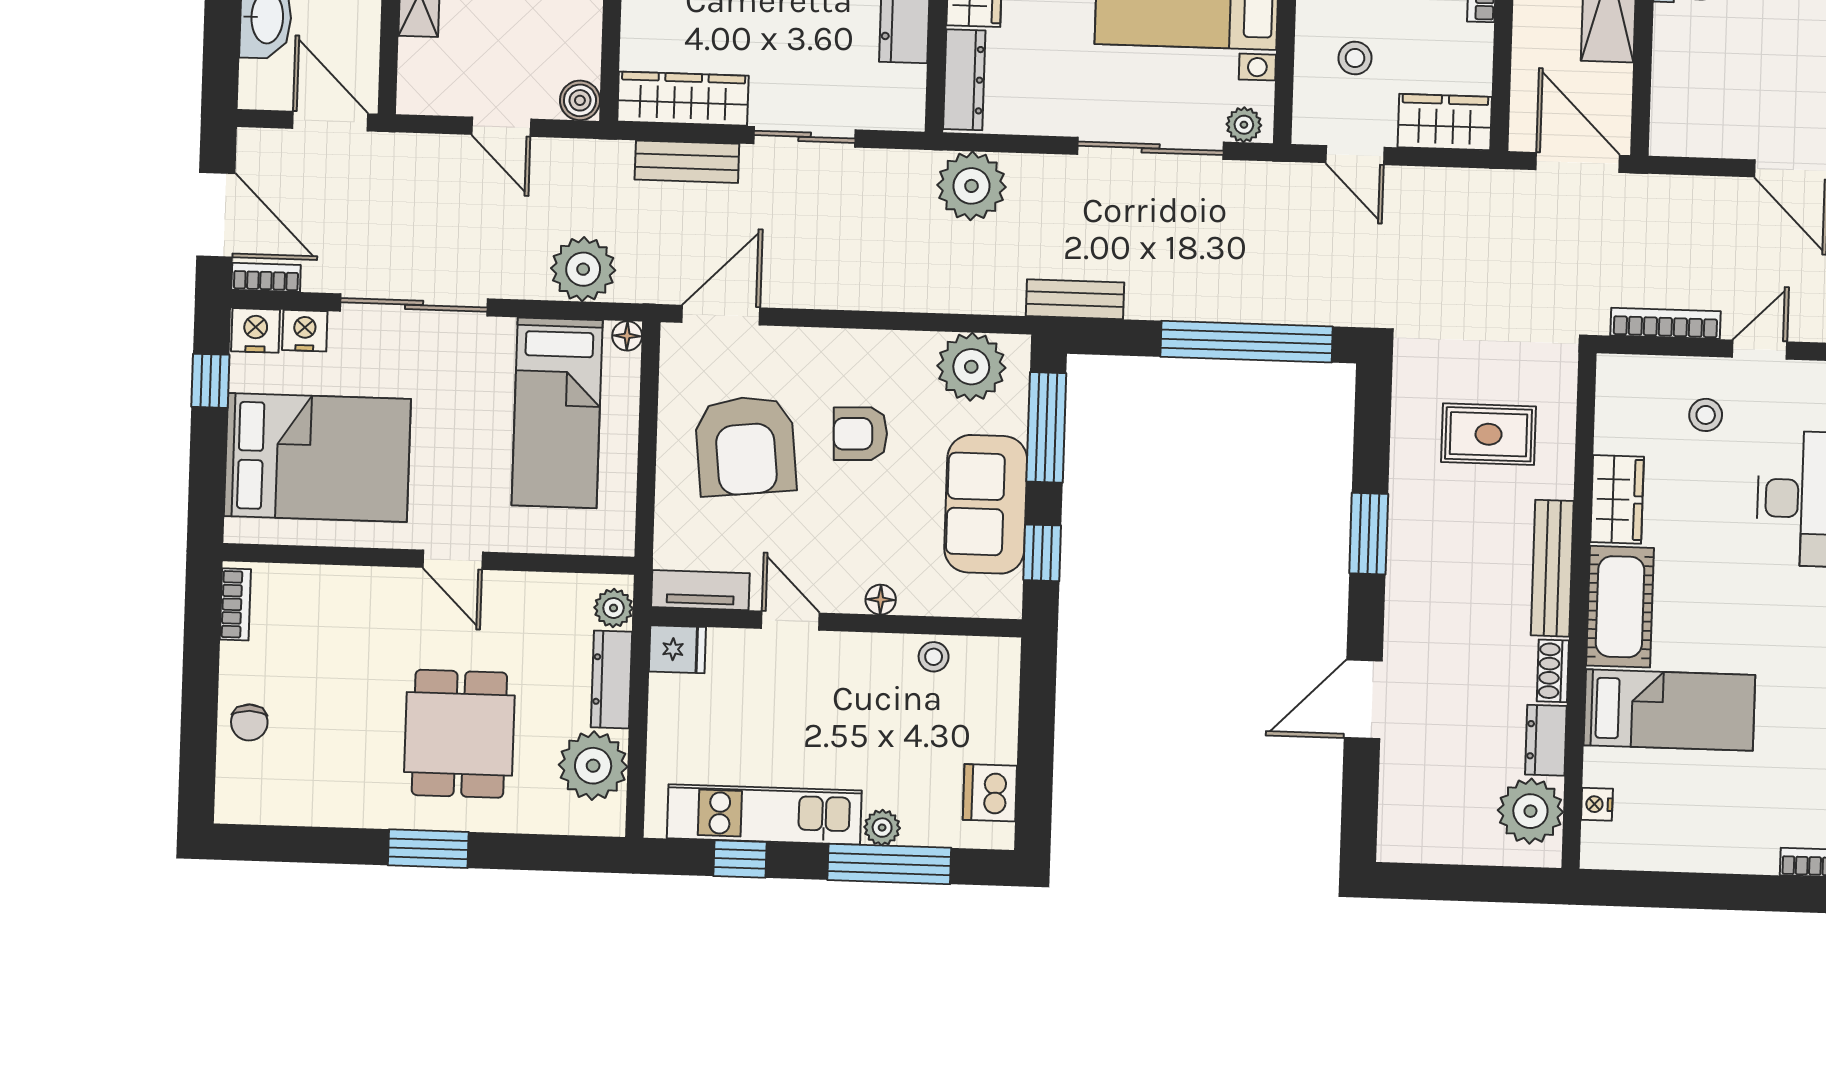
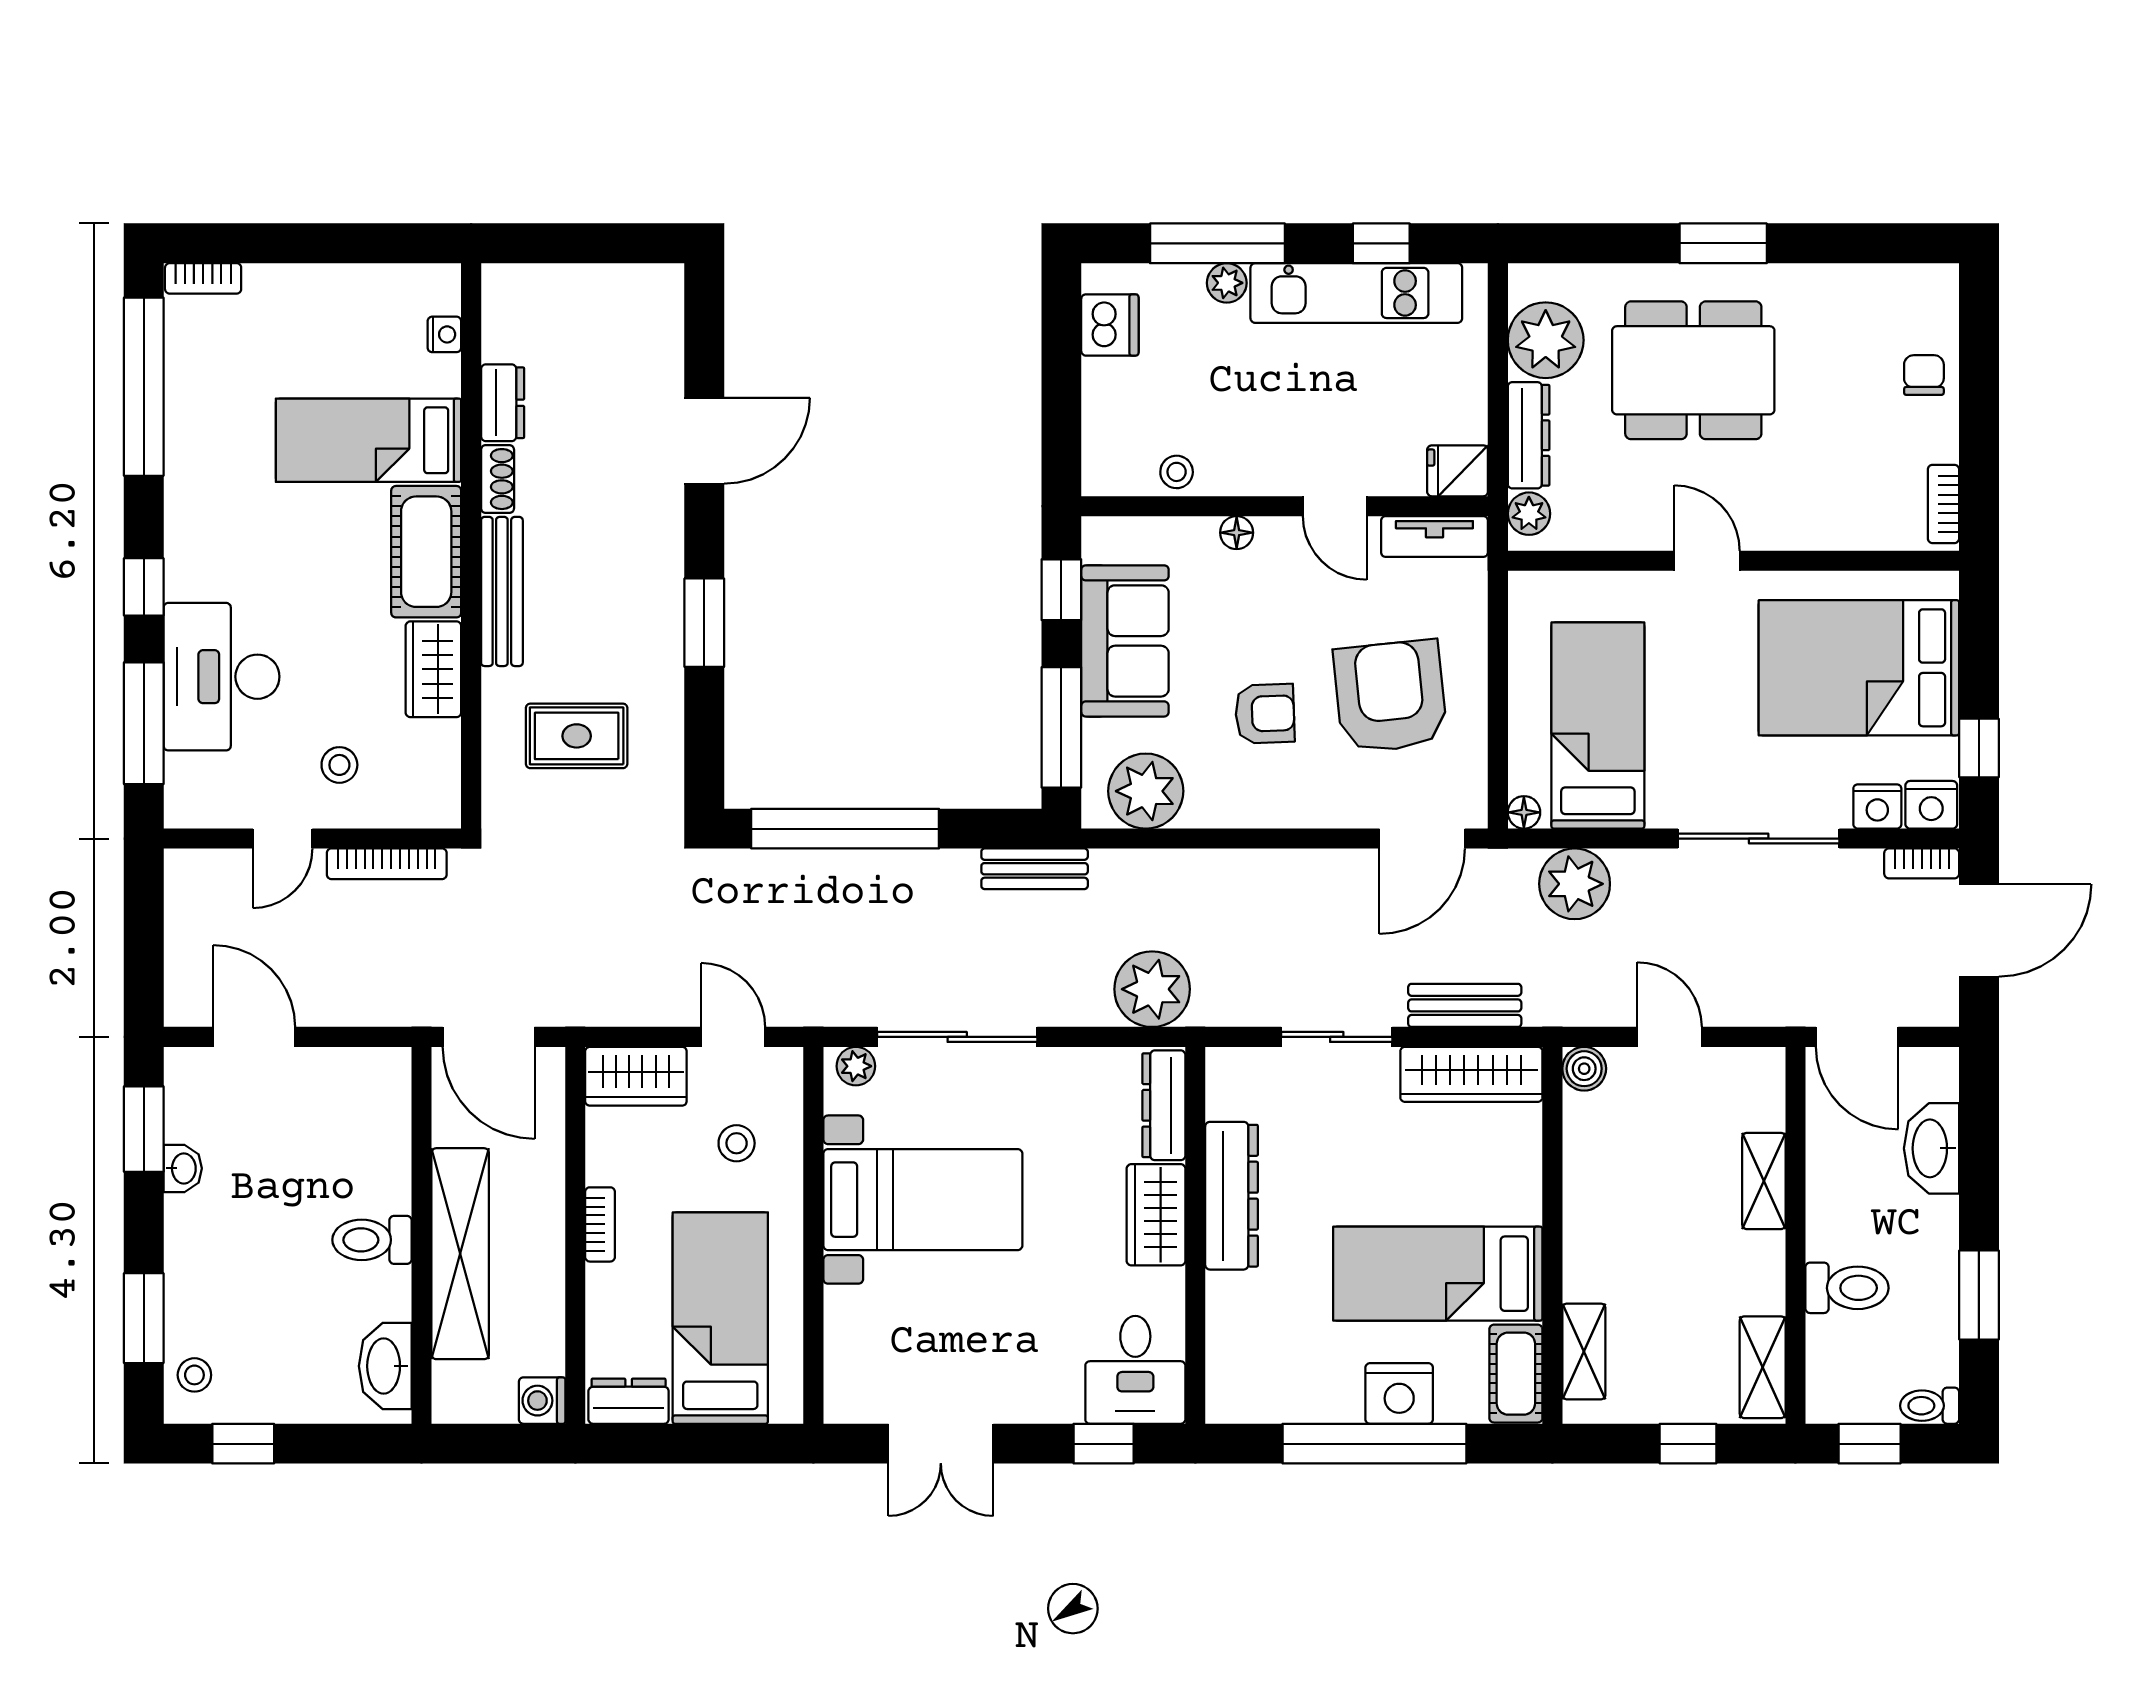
door: (216, 215) -> (1979, 930), swing flipped
dining table: (459, 734) -> (1693, 370), width x1.38
plant: (1530, 811) -> (517, 324), removed

